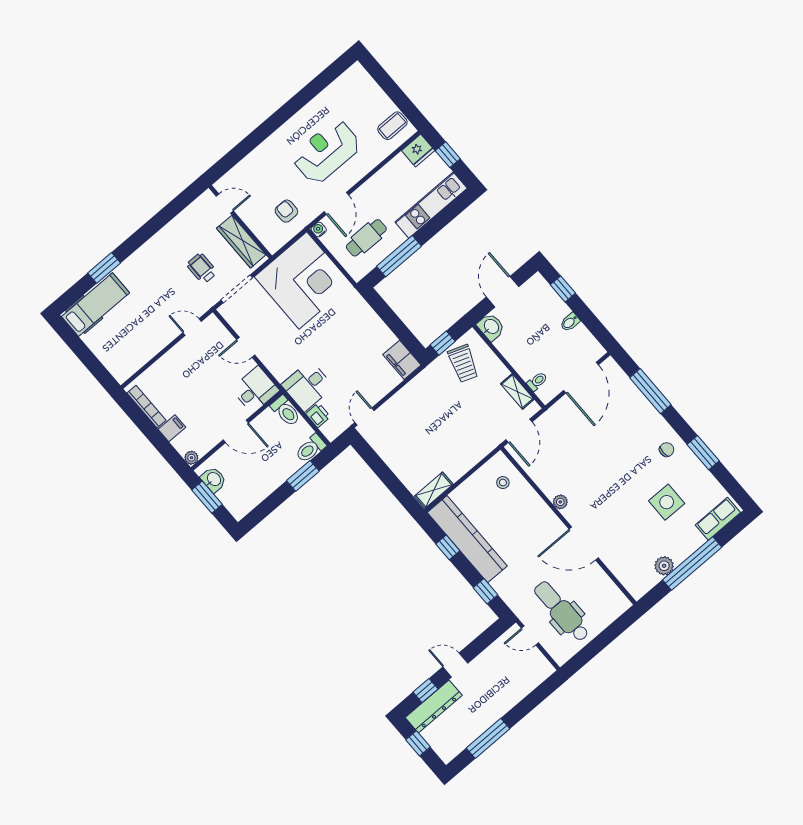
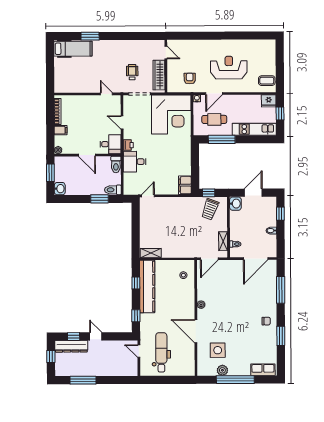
printer: (318, 415) -> (128, 145), moved
washbasin: (214, 479) -> (60, 189), moved
side table: (667, 502) -> (218, 350), moved

